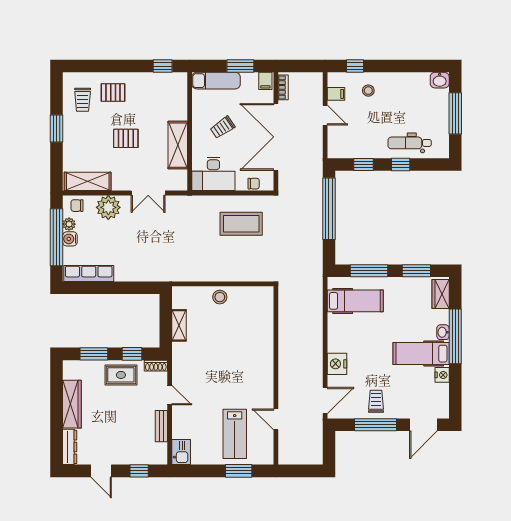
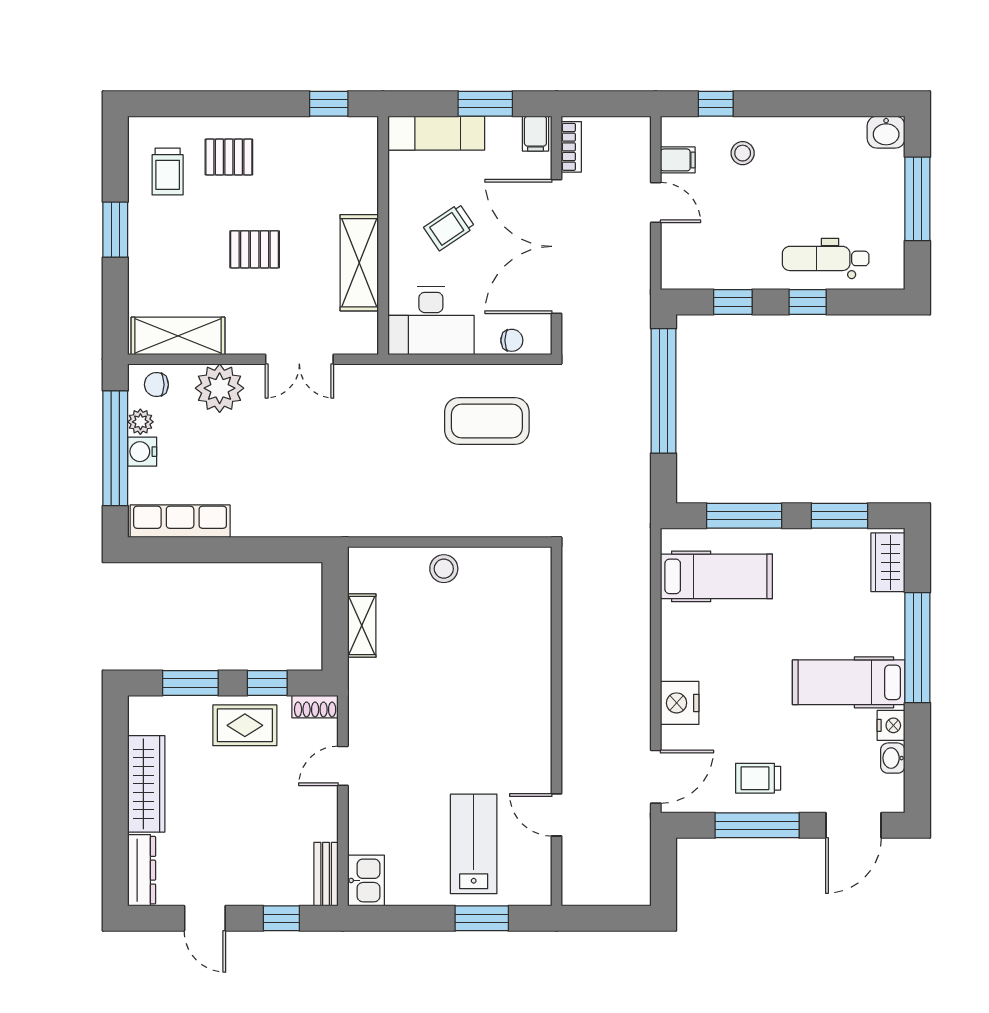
washbasin: (443, 332) -> (893, 758), moved
door: (170, 395) -> (343, 766), swing flipped
trolley: (376, 401) -> (758, 778), turned -90
bench: (161, 426) -> (326, 874), moved
lab bench: (235, 434) -> (474, 844), turned 180

